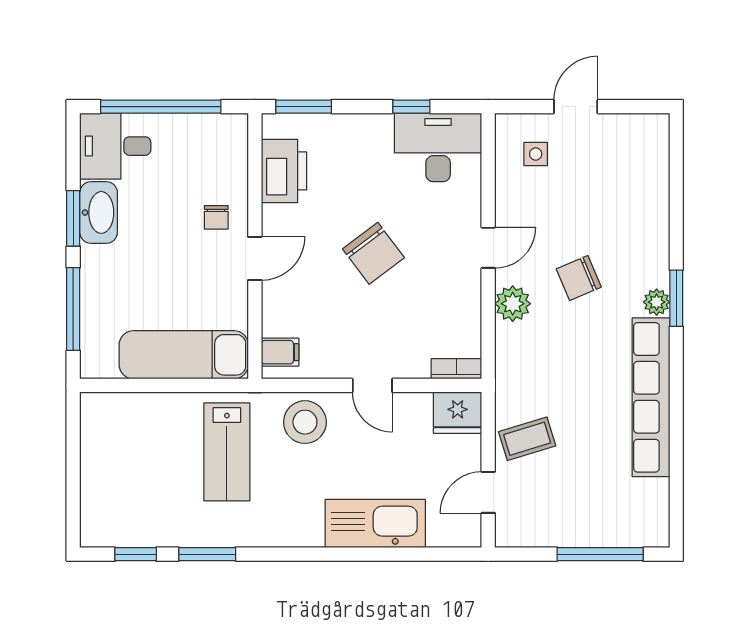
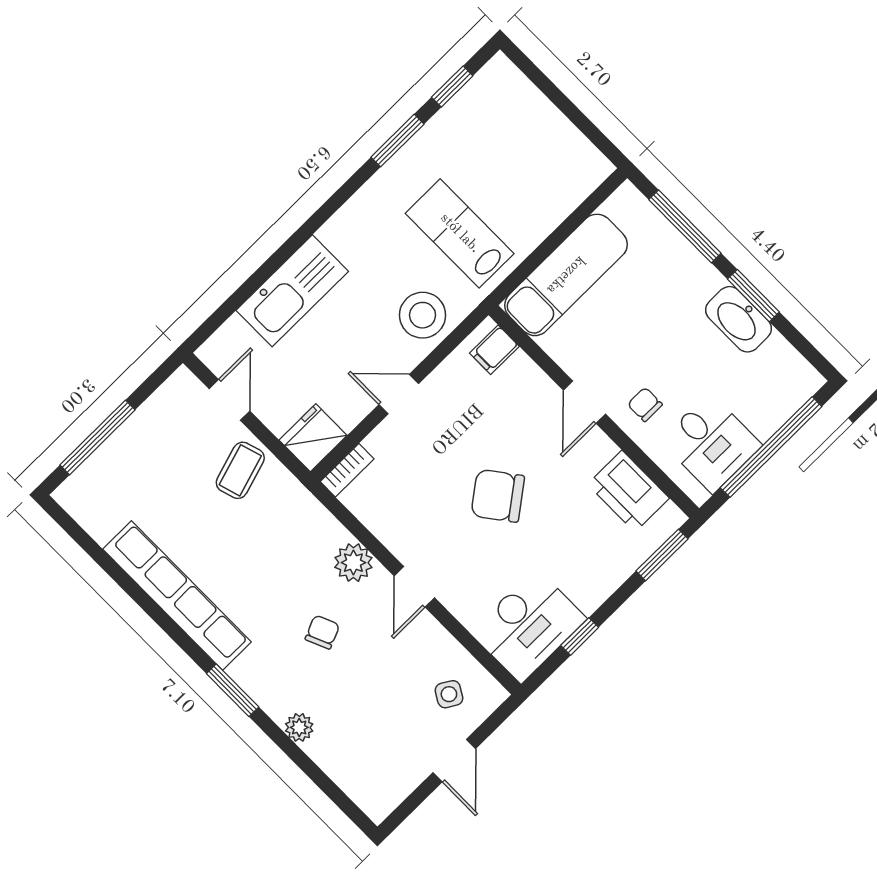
desk: (115, 146) -> (711, 443), moved, turned 90
side table: (536, 154) -> (449, 694), turned 31
chair: (579, 278) -> (322, 632), width x0.73, depth x0.73
plant: (657, 302) -> (299, 727), moved

